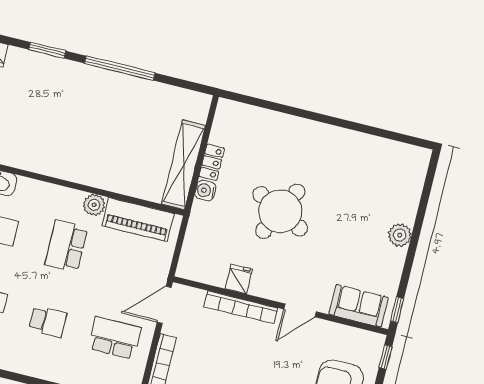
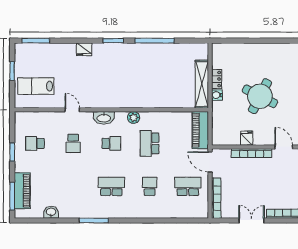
plant: (94, 205) -> (134, 118), moved
piano: (138, 220) -> (200, 130), moved, turned 90
door: (164, 305) -> (210, 162), hinge flipped
door: (300, 310) -> (284, 147), swing flipped
school desk: (48, 321) -> (150, 186), turned -90

